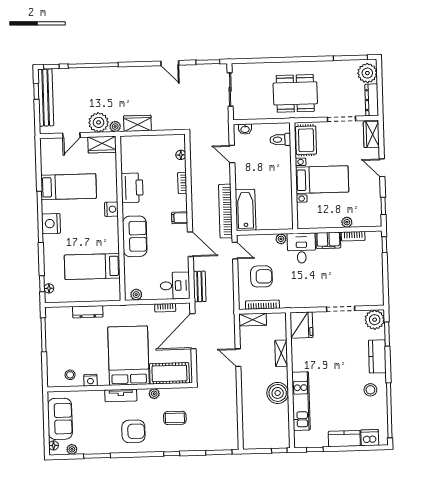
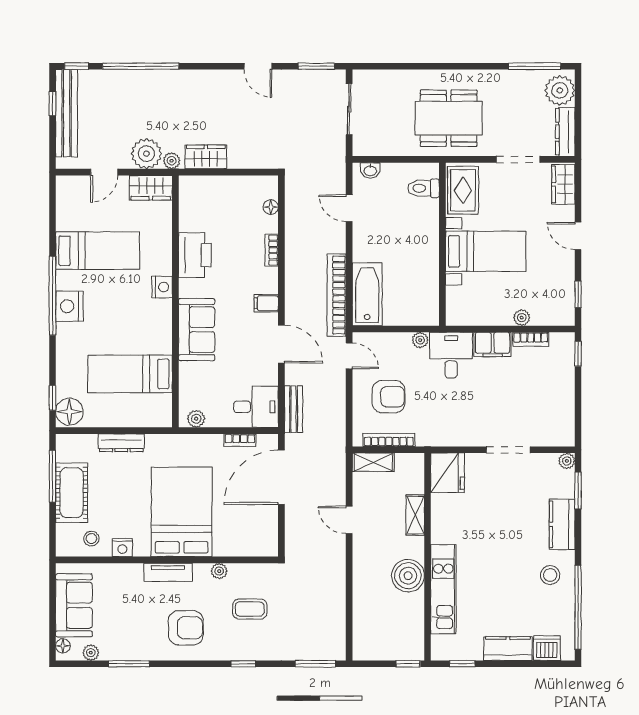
floor lamp: (49, 288) -> (69, 412), width x1.89, depth x1.89
plant: (375, 320) -> (567, 461), width x0.53, depth x0.53
cot: (169, 373) -> (72, 493), moved, turned 90

